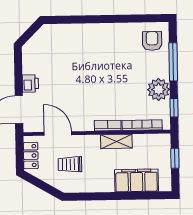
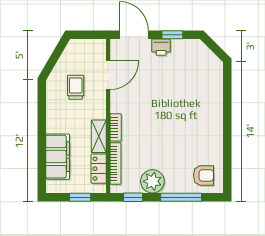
window: (18, 73) -> (172, 35), added
locker: (31, 156) -> (99, 169), moved, turned 90

